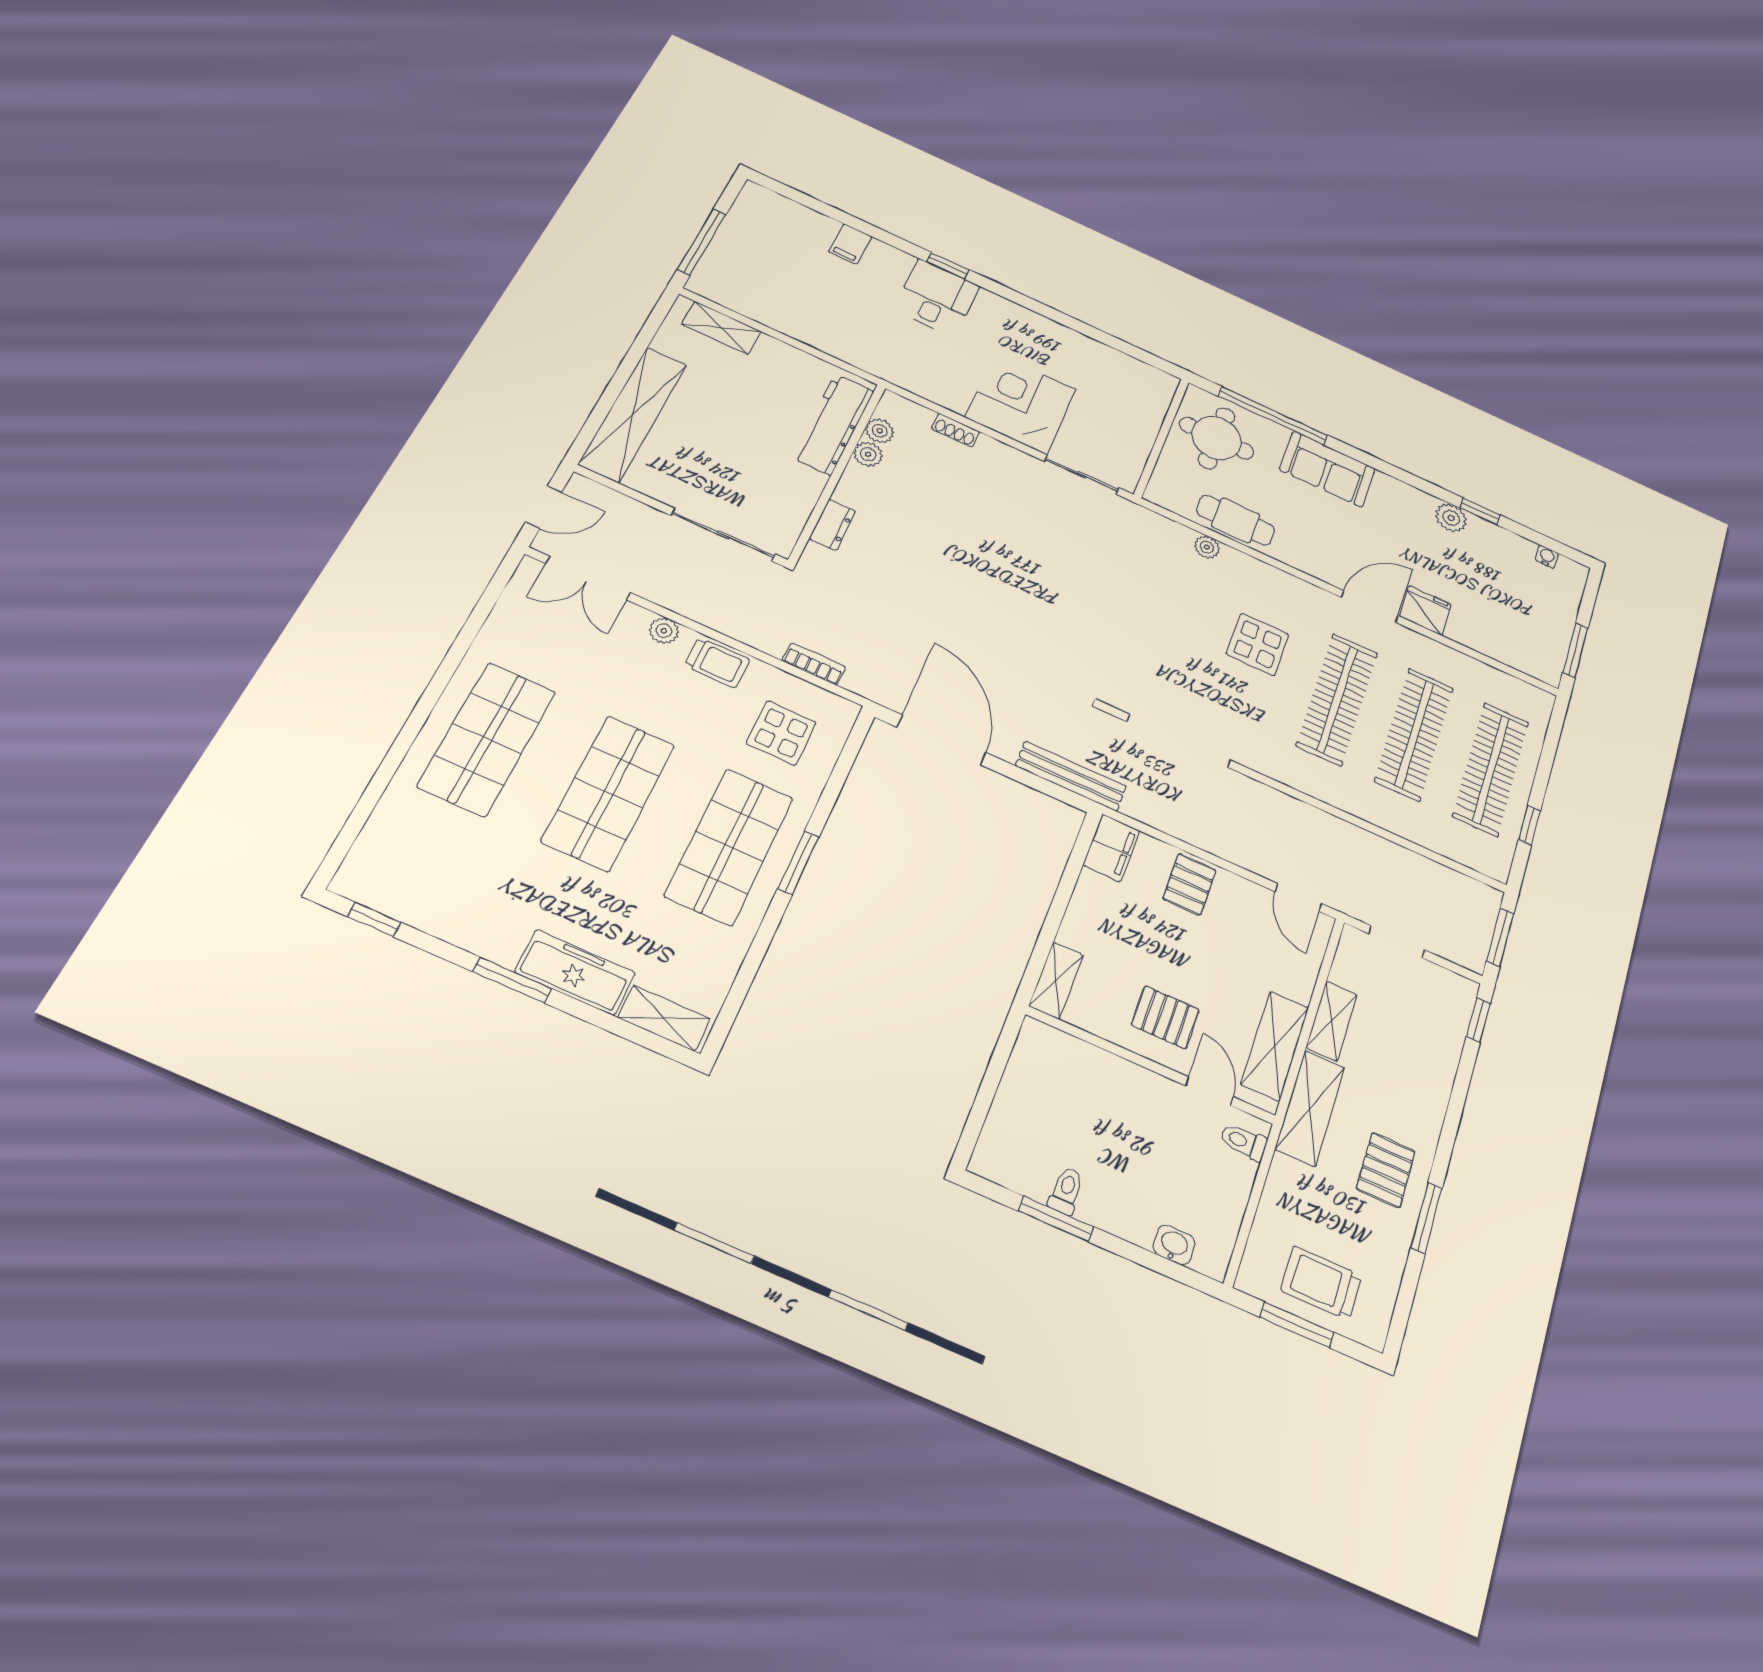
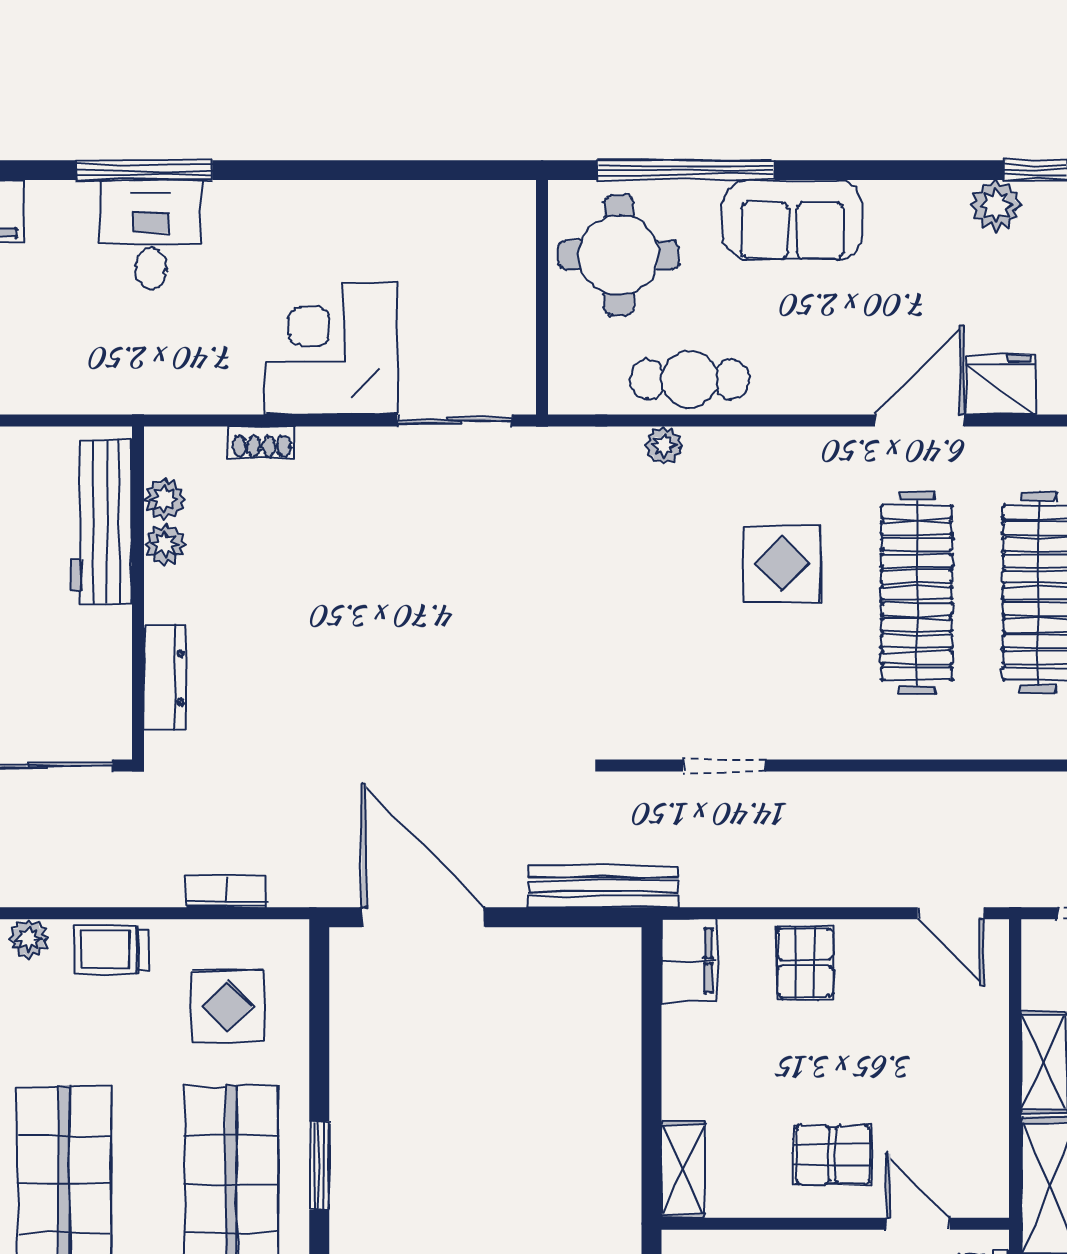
window: (948, 266) -> (145, 170), width x2.17
dresser: (832, 525) -> (165, 678), width x1.44
trolley: (717, 663) -> (111, 950), turned 180
doorway: (1179, 741) -> (724, 765), width x0.53
shelving: (1275, 1046) -> (981, 1128), removed

